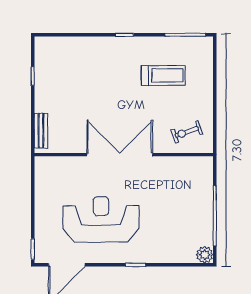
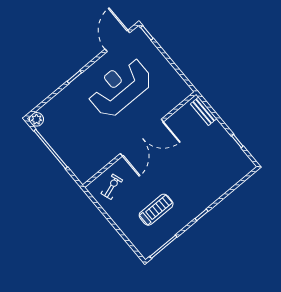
treadmill: (163, 76) -> (156, 210), turned 180
reception desk: (101, 219) -> (120, 87), turned 180

